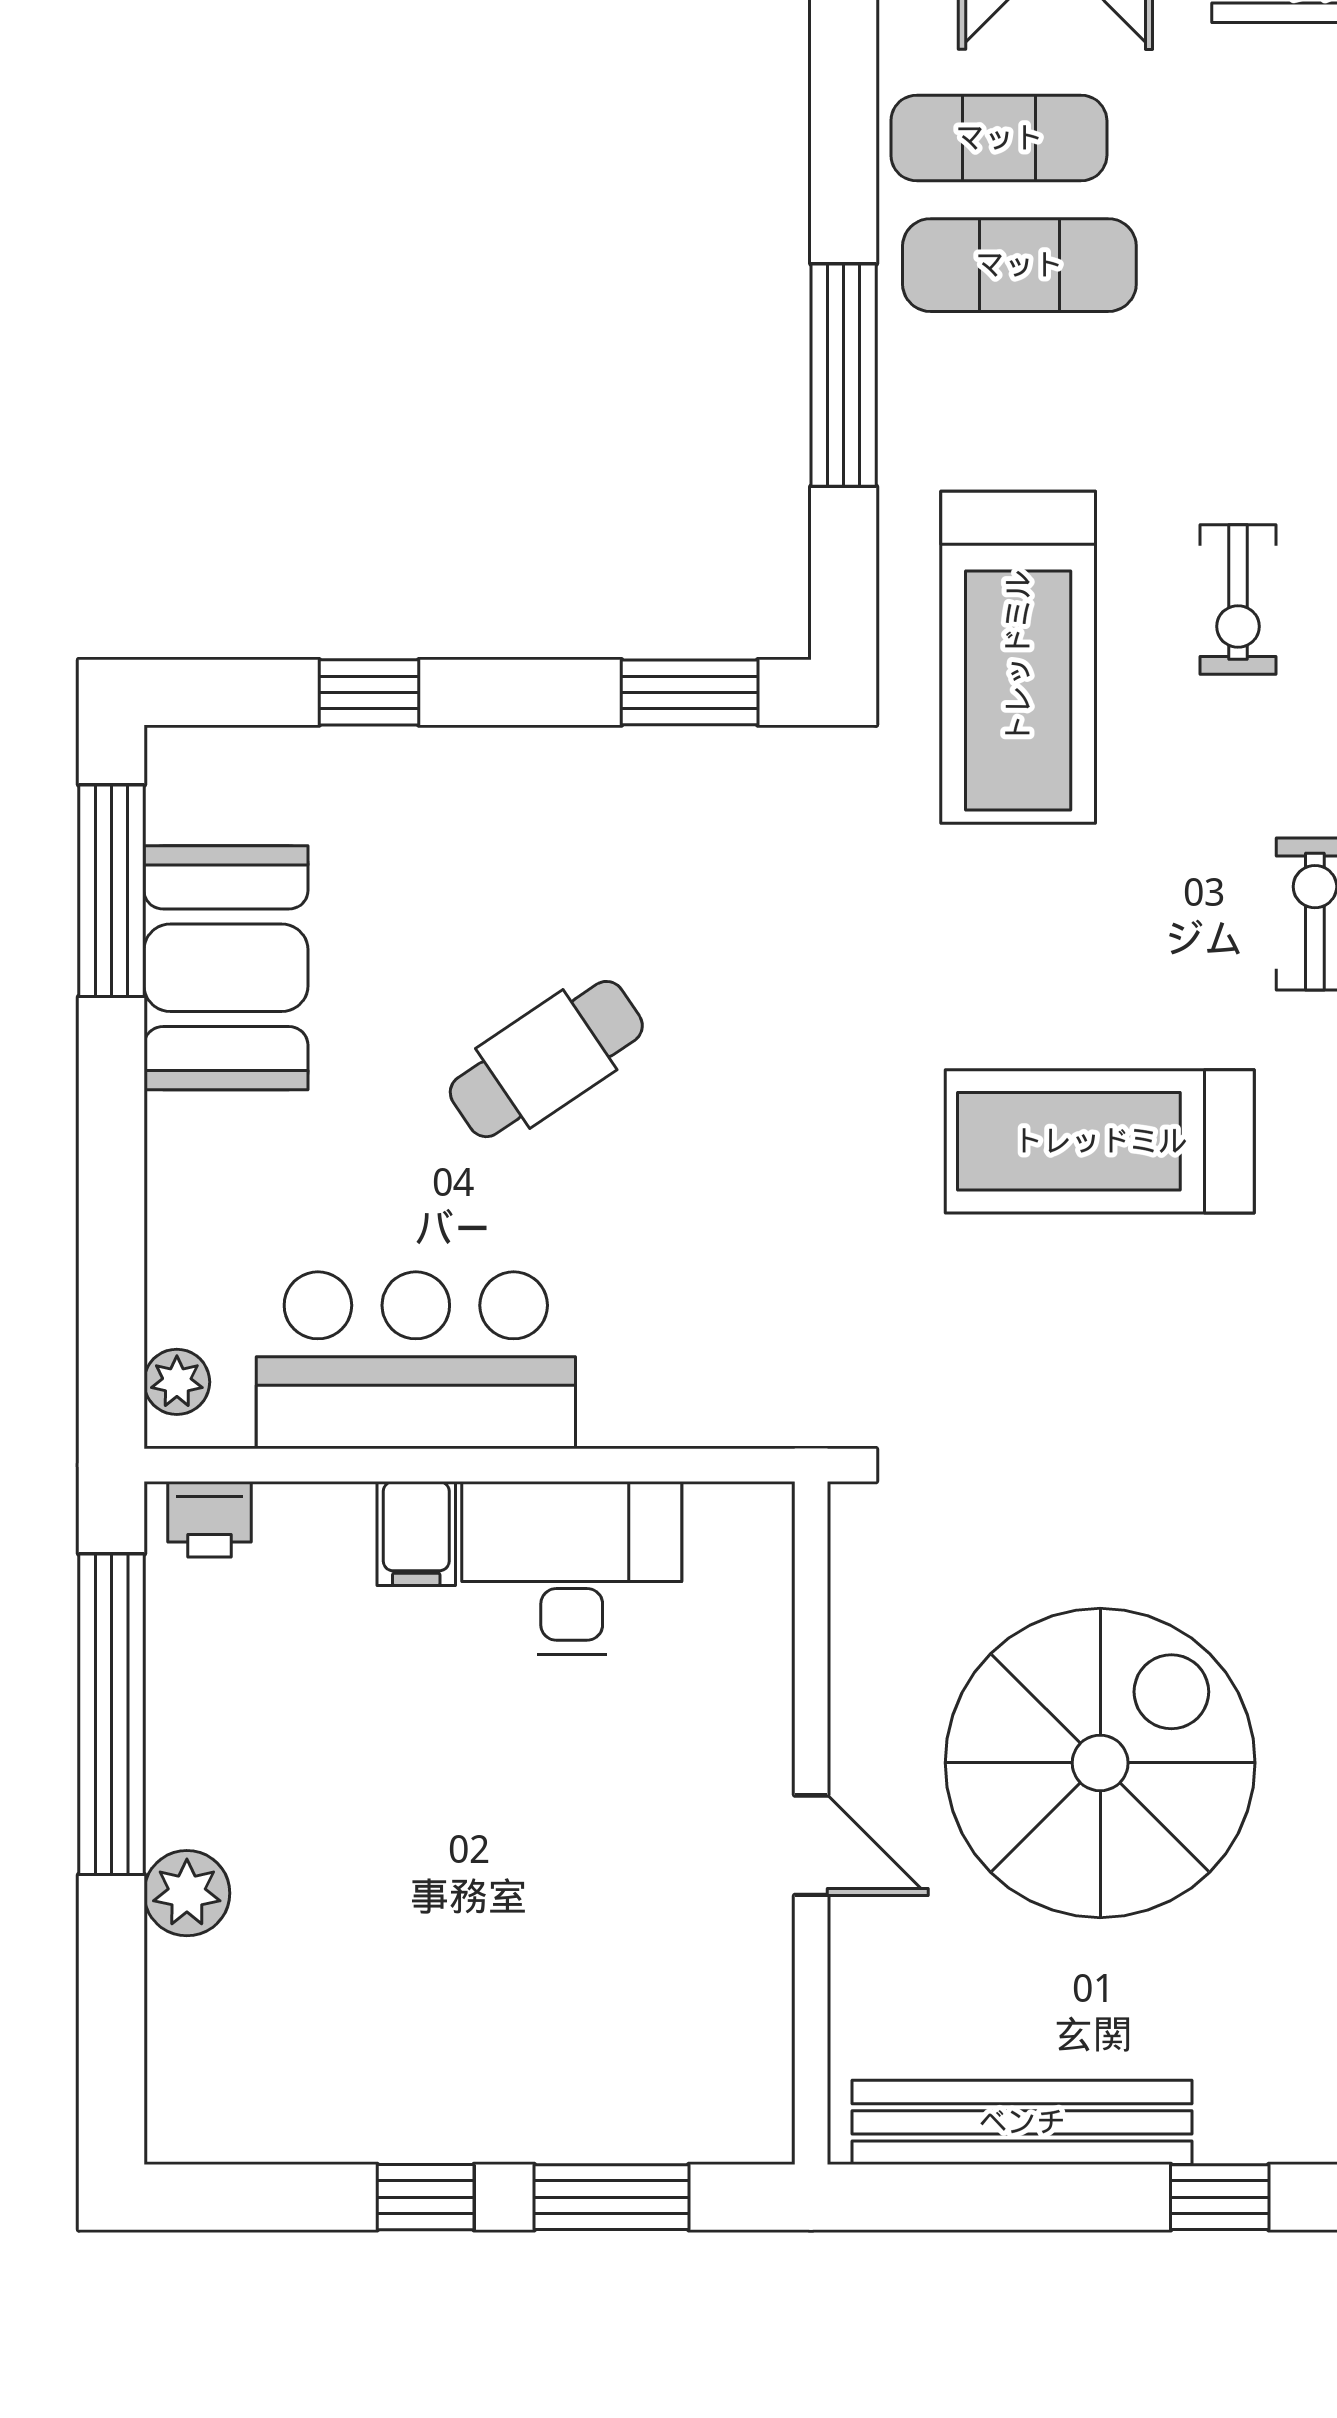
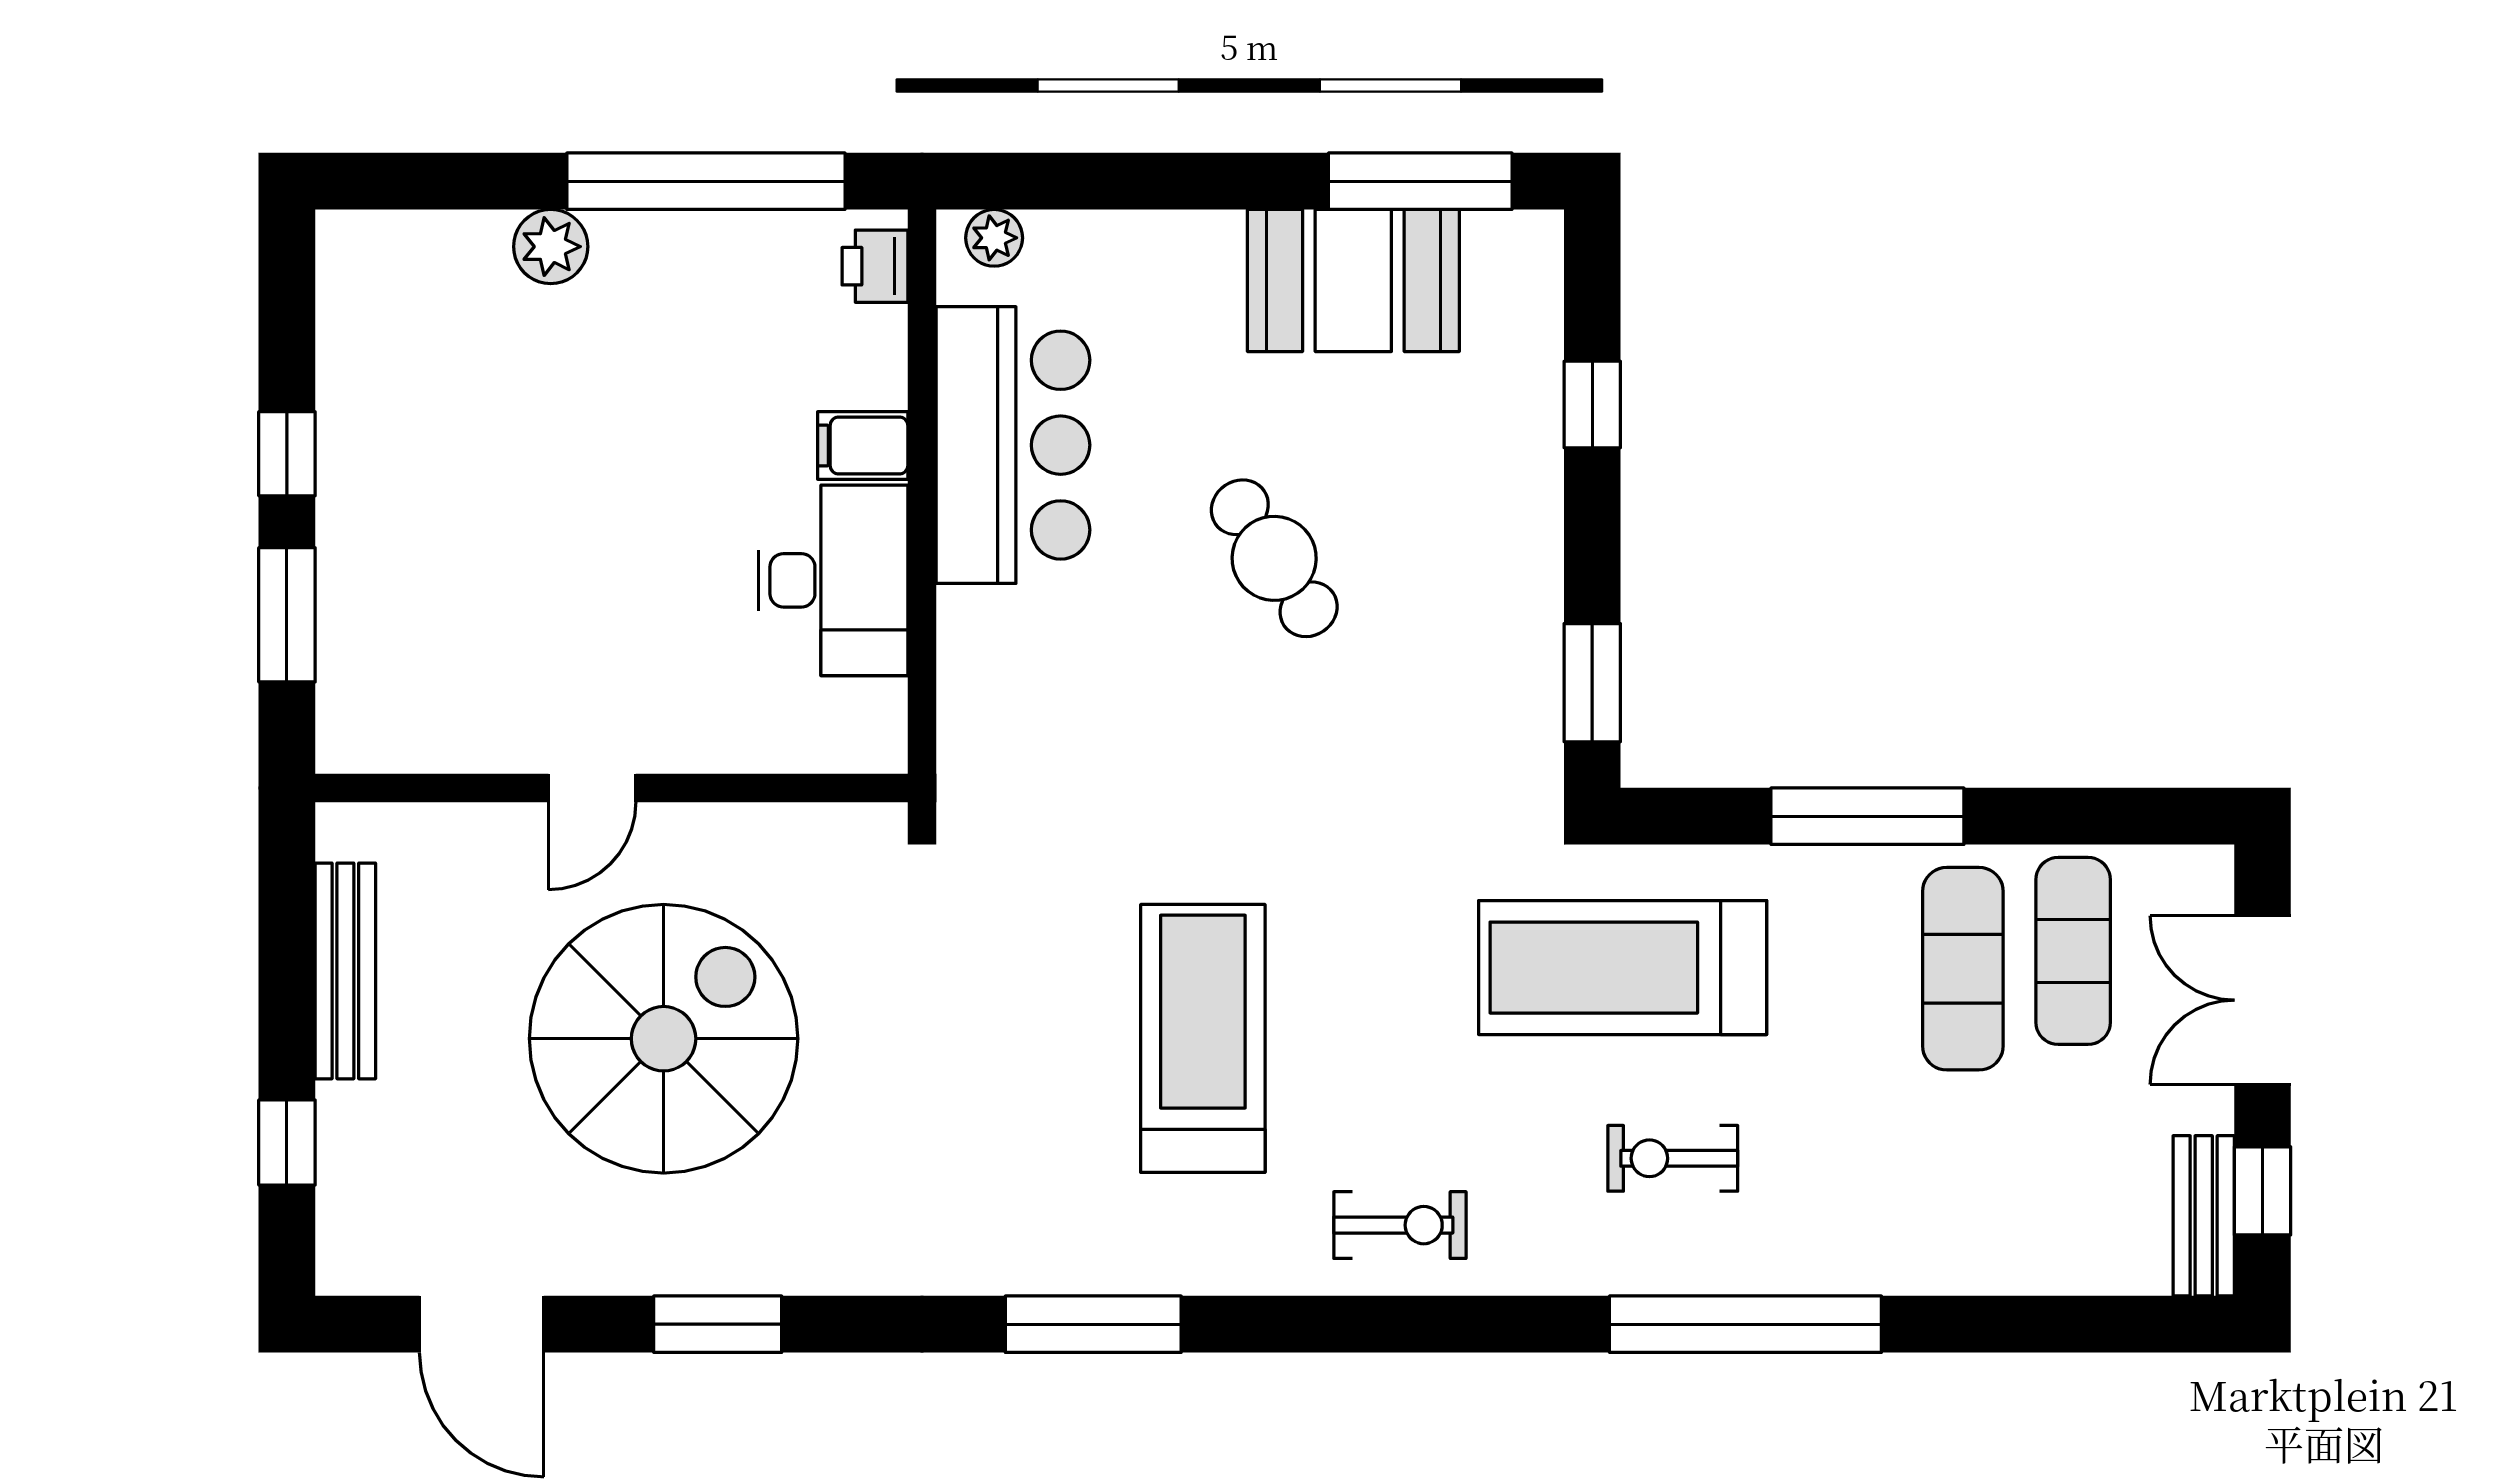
spiral stairs: (1100, 1763) -> (664, 1039), turned -90
bench: (1022, 2122) -> (345, 971), width x0.73, depth x0.82

